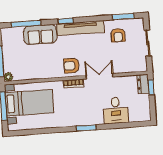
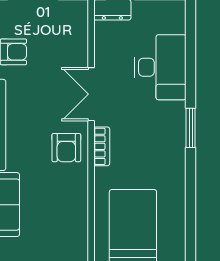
desk: (116, 110) -> (160, 67), width x1.37

